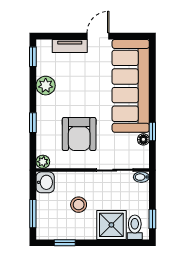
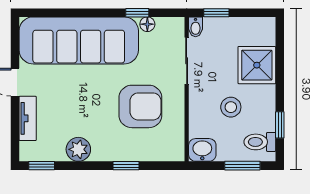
plant: (43, 162) -> (176, 153), removed
window: (152, 219) -> (216, 13), moved
toilet: (135, 227) -> (260, 142), moved

